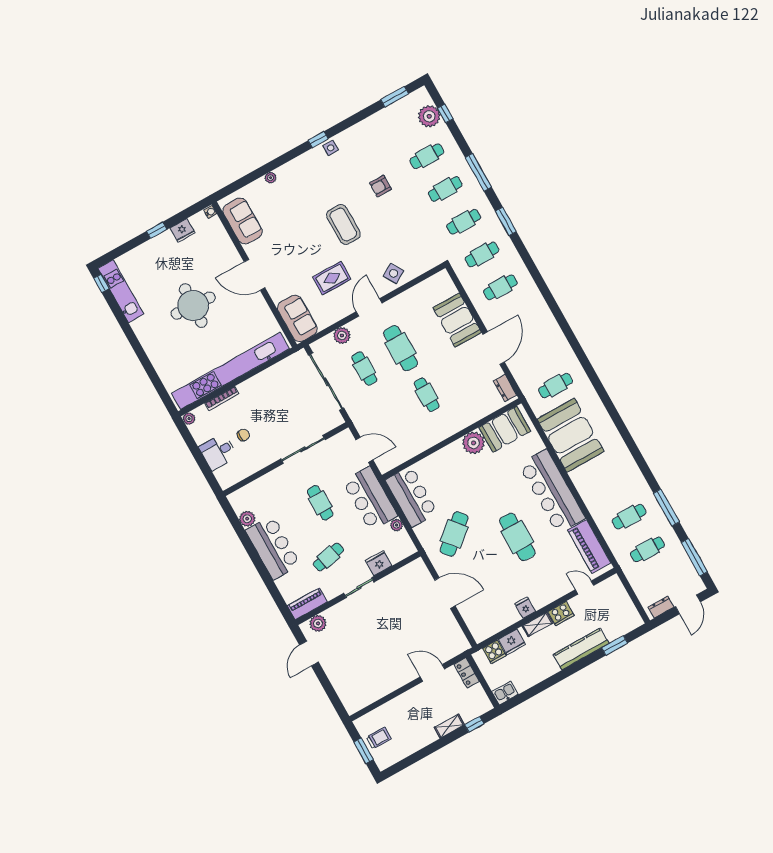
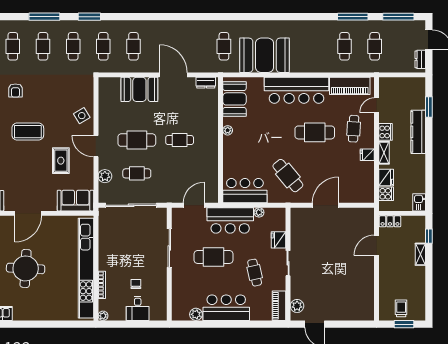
plant: (474, 443) -> (228, 130), width x0.53, depth x0.53
cafe table: (320, 503) -> (213, 257), width x1.37, depth x1.35
cafe table: (545, 577) -> (354, 129), added

